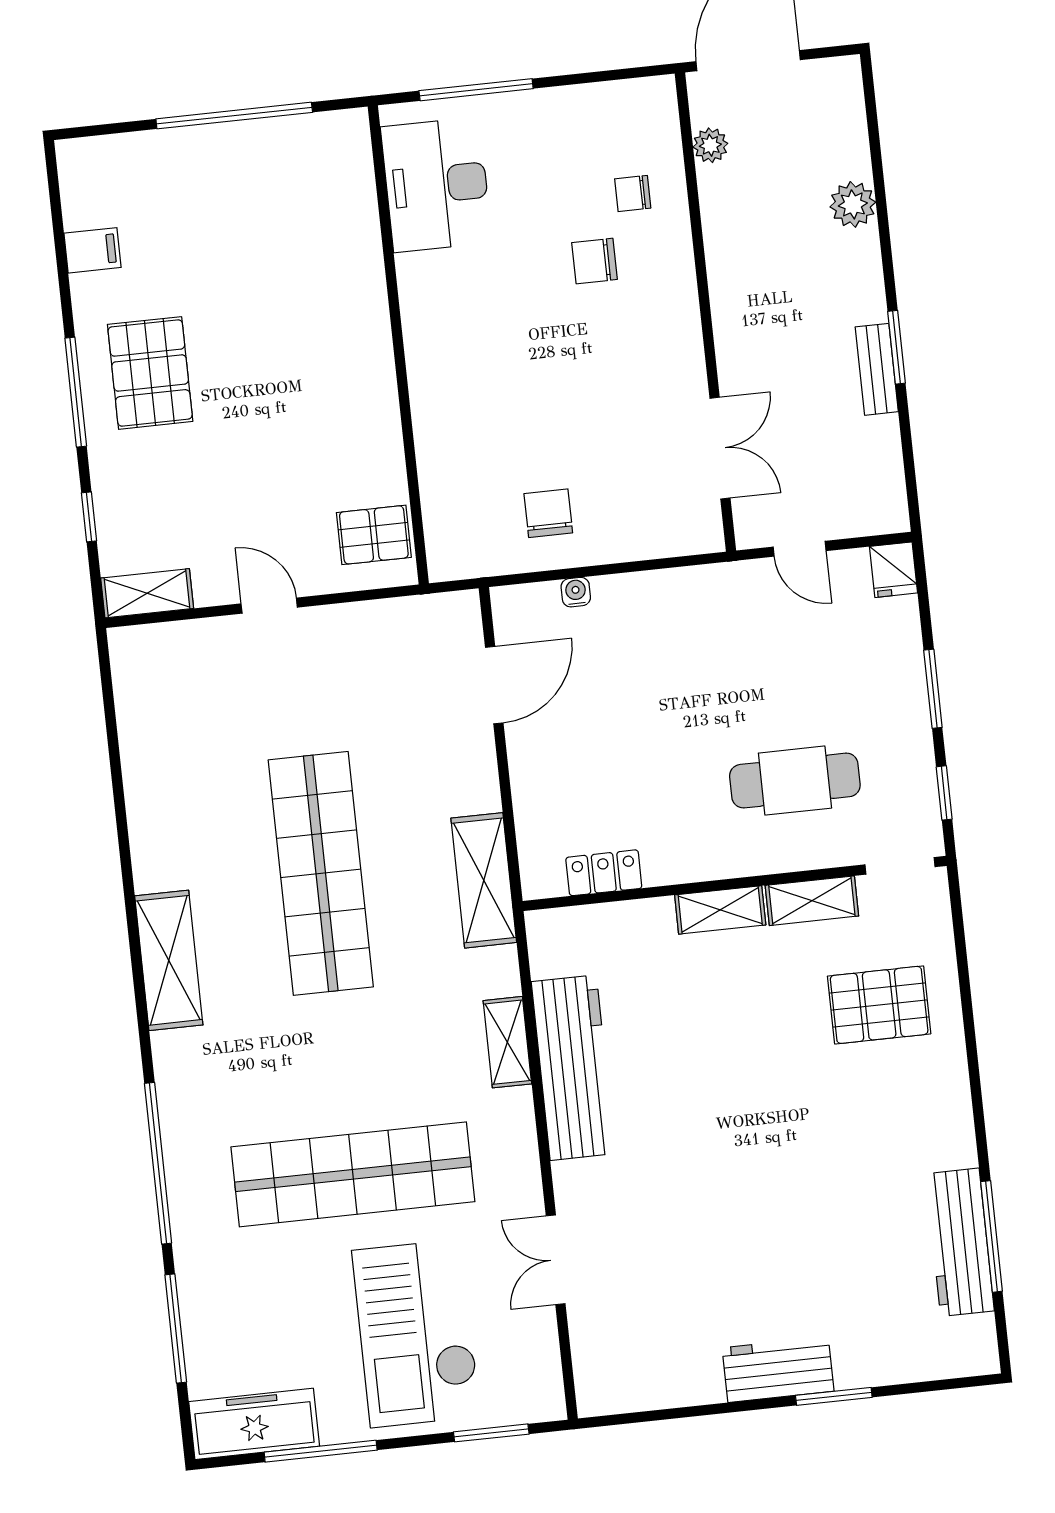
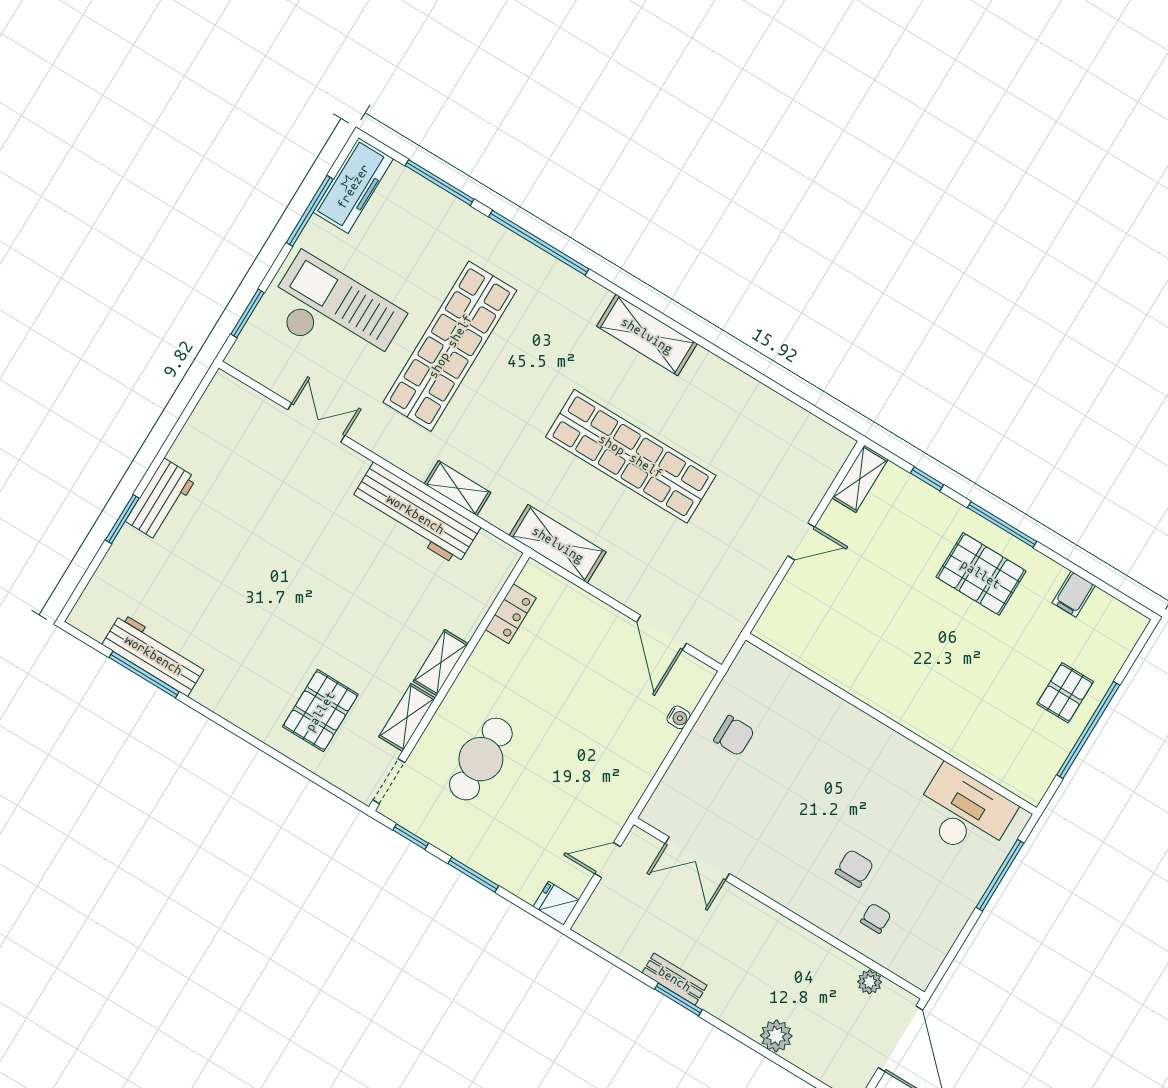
pallet: (374, 535) -> (1065, 693), moved

